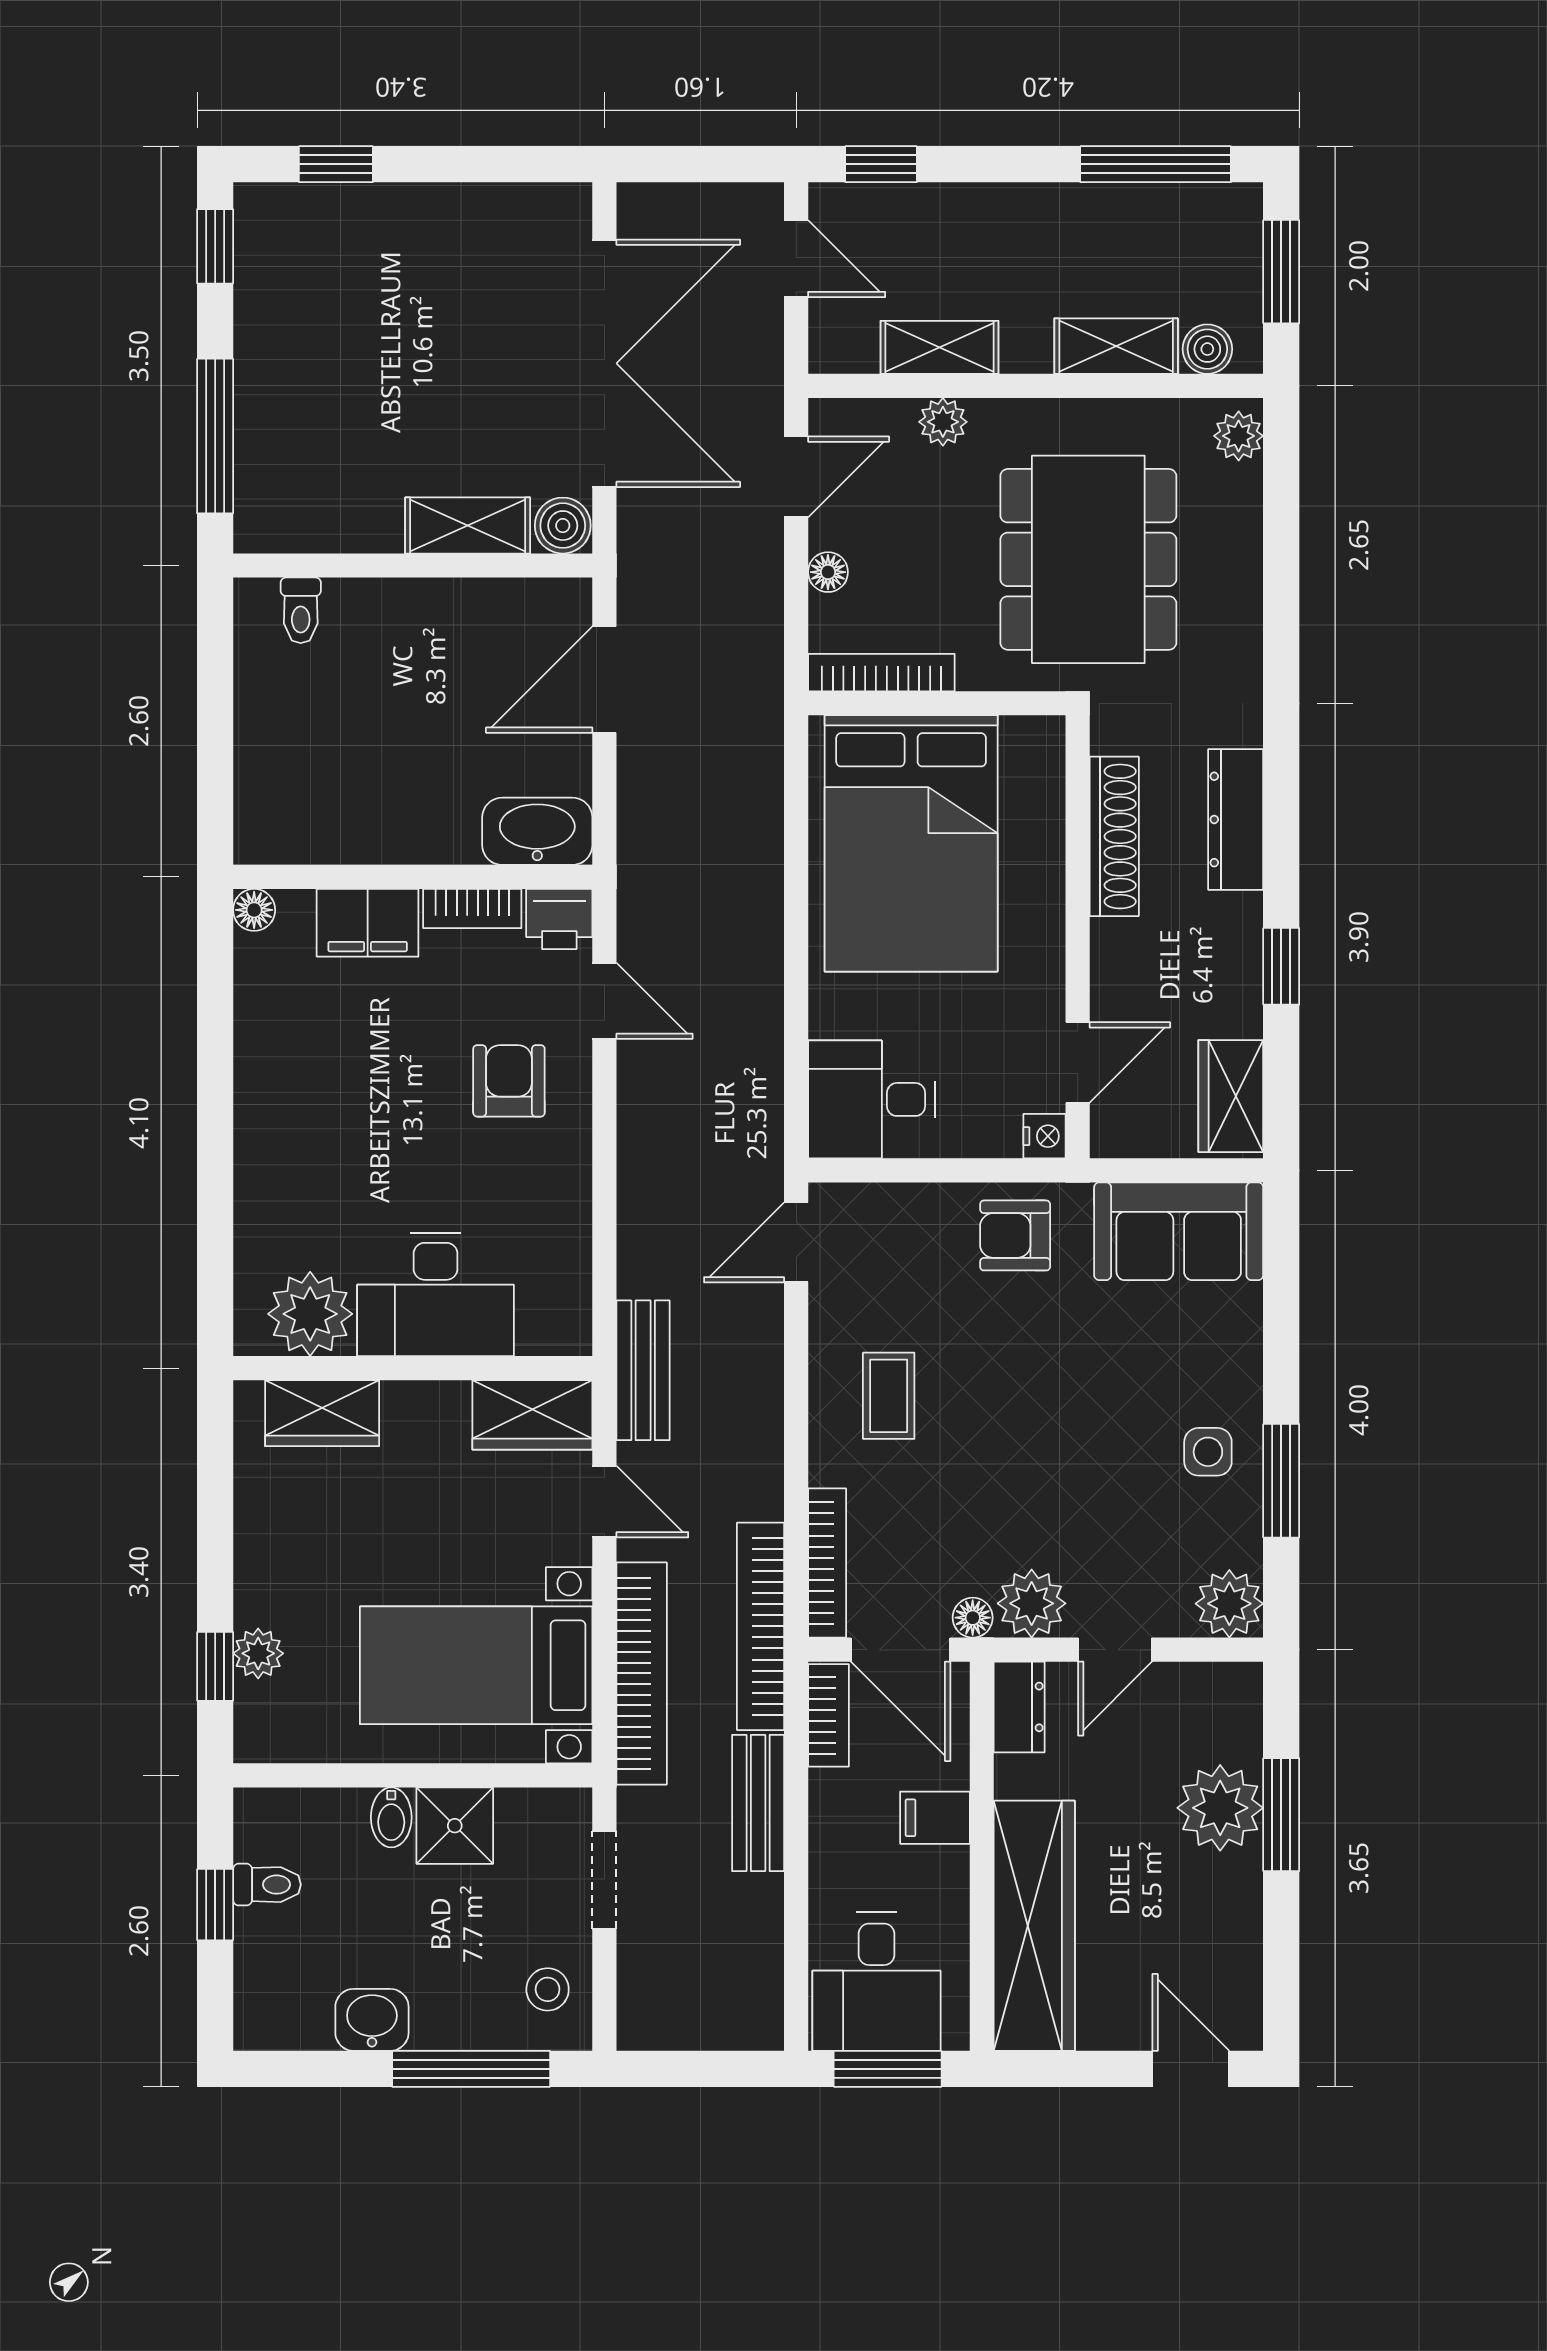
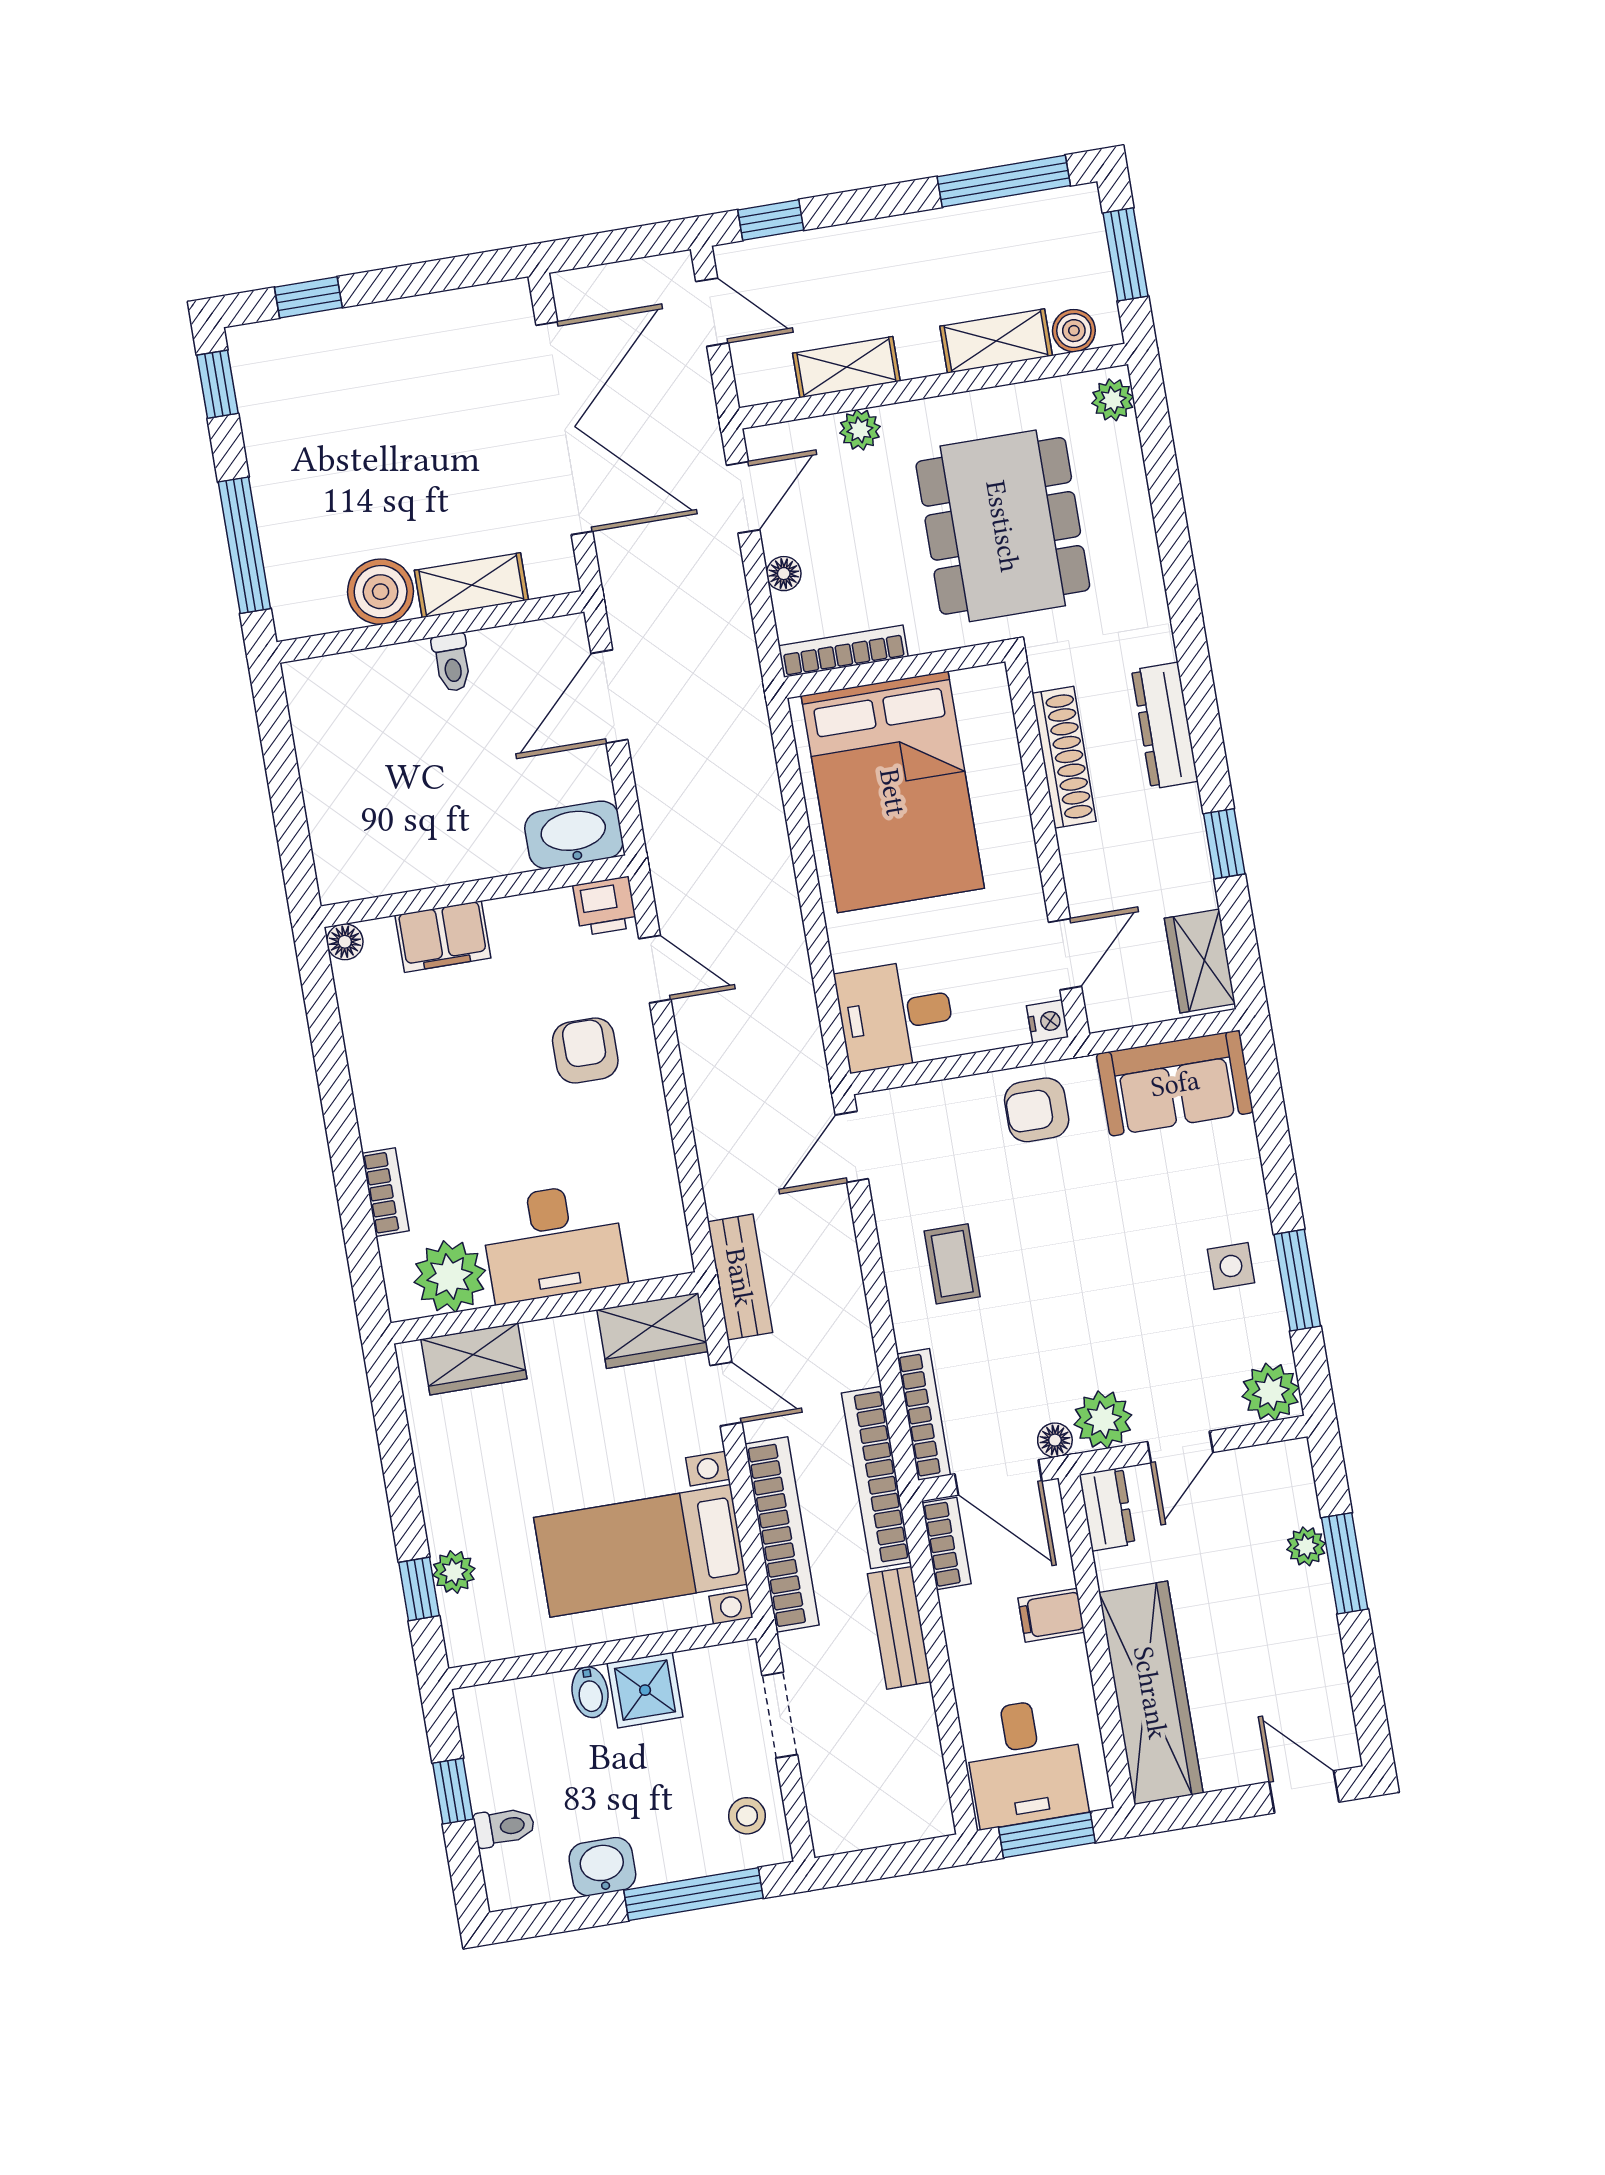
boiler: (563, 526) -> (381, 592), moved, width x1.36, depth x1.36
toilet: (301, 610) -> (452, 662), moved
bookcase: (472, 909) -> (385, 1192), moved, turned -90
plant: (1220, 1808) -> (1306, 1546), width x0.53, depth x0.53
toilet: (267, 1885) -> (504, 1827), moved

